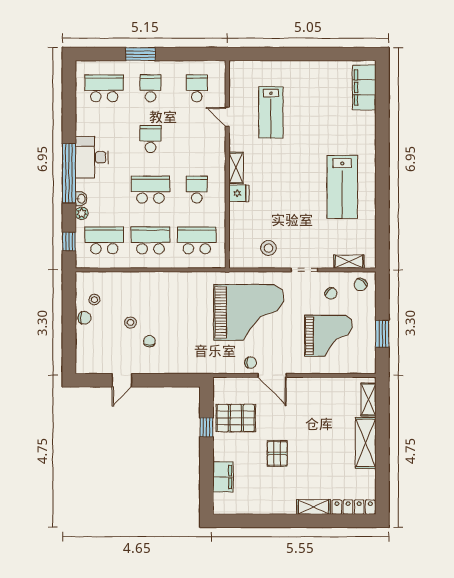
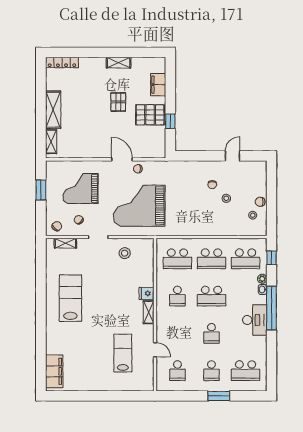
pallet: (236, 418) -> (150, 115), moved
shelving: (314, 507) -> (119, 63), moved

